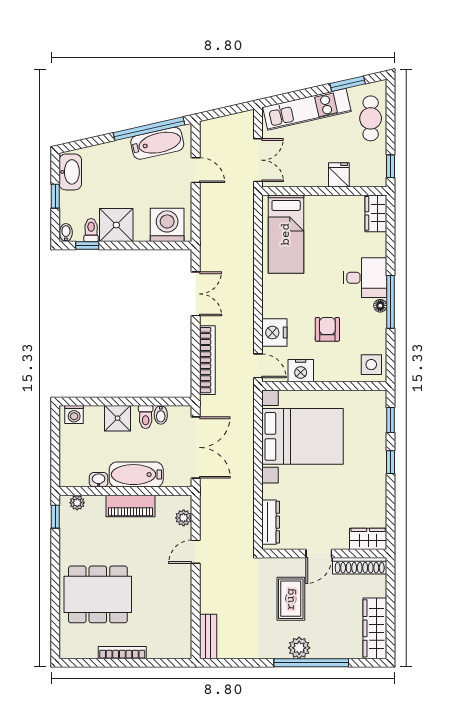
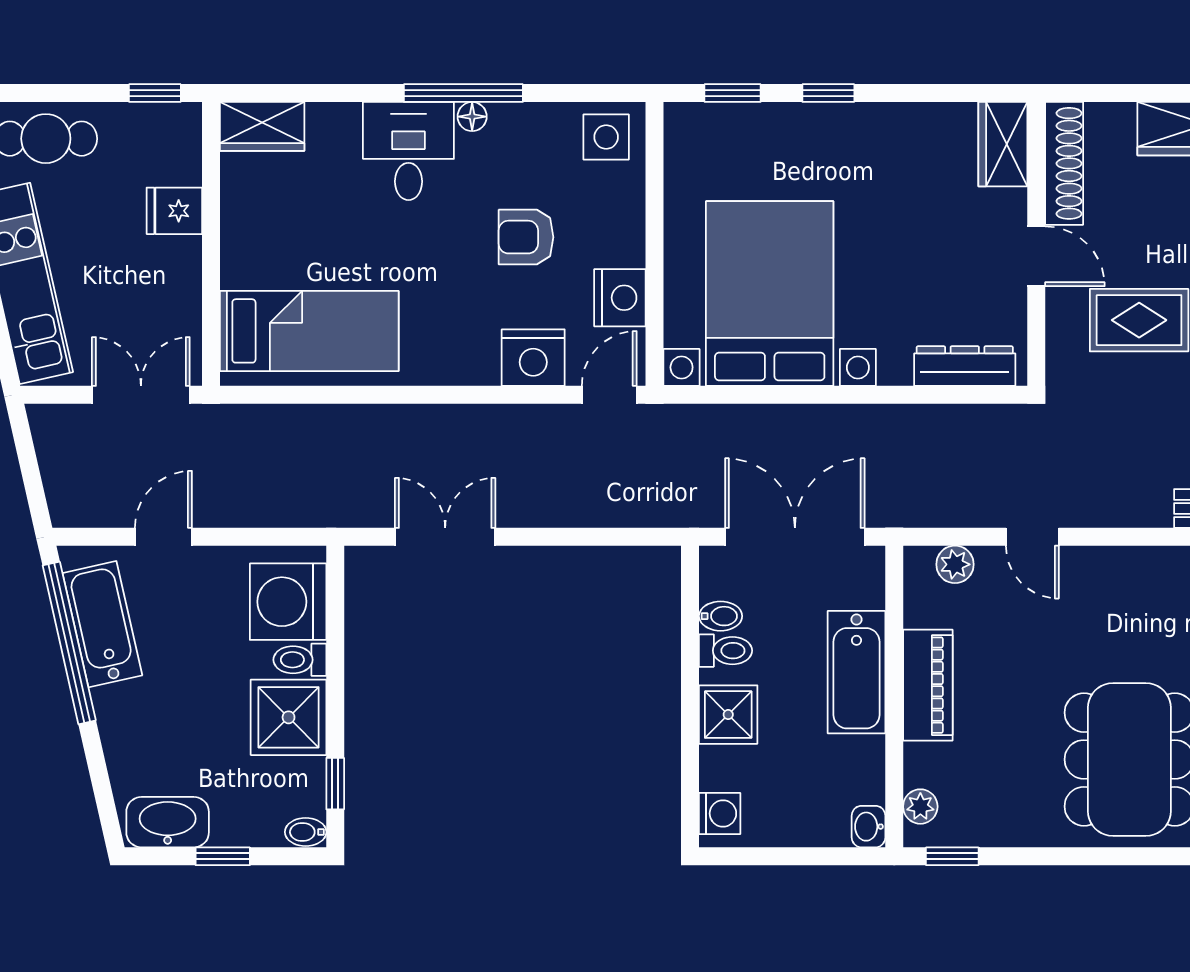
toilet: (91, 230) -> (300, 660), moved
bookcase: (207, 360) -> (596, 510), removed
washbasin: (99, 480) -> (869, 827), moved

